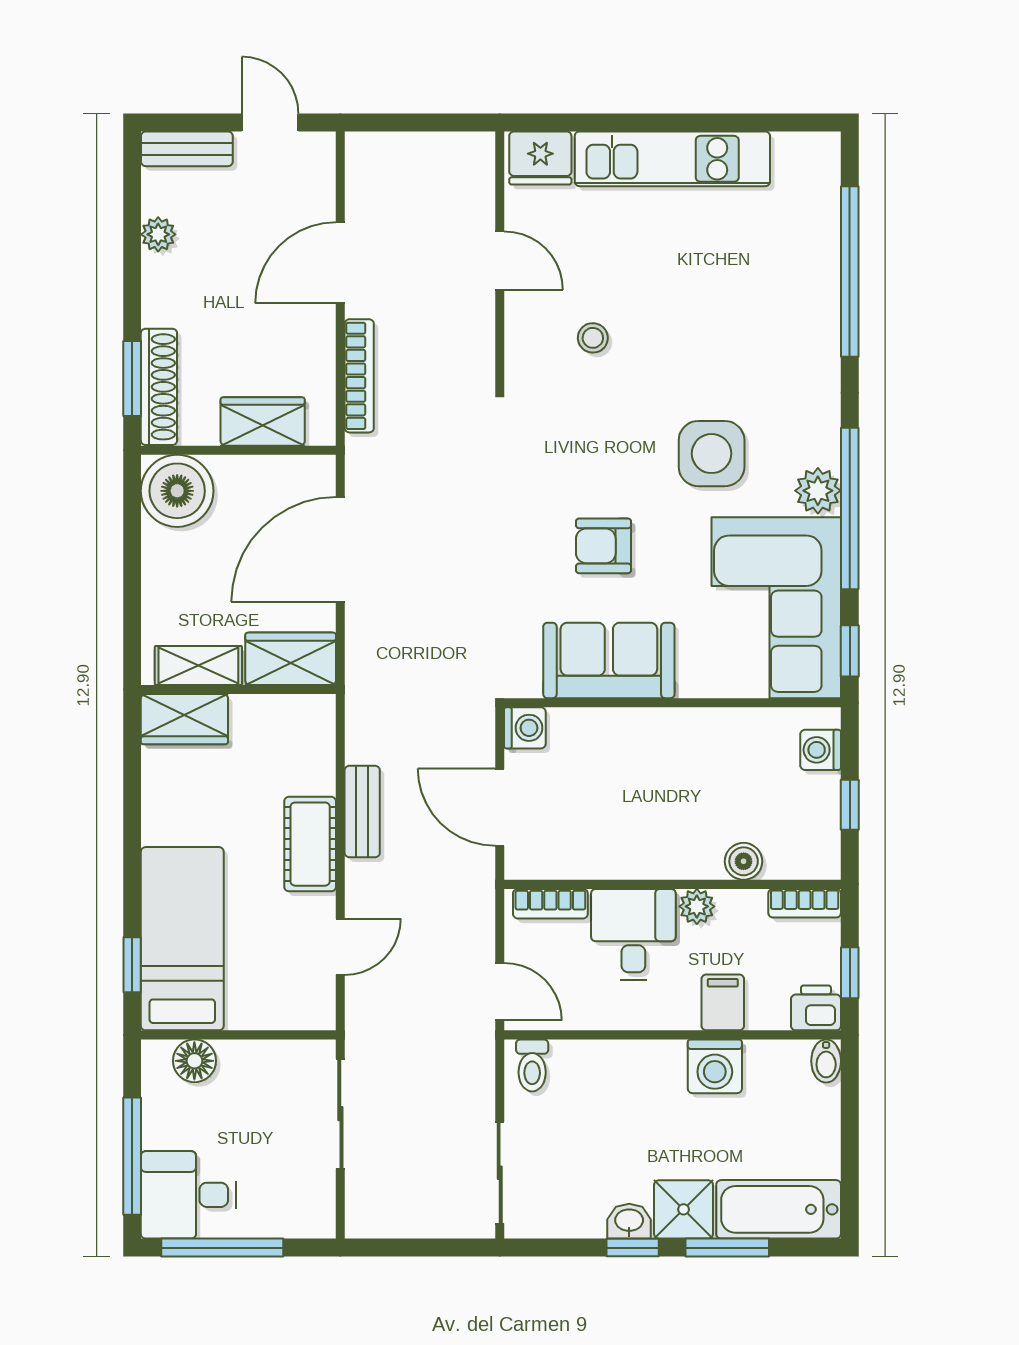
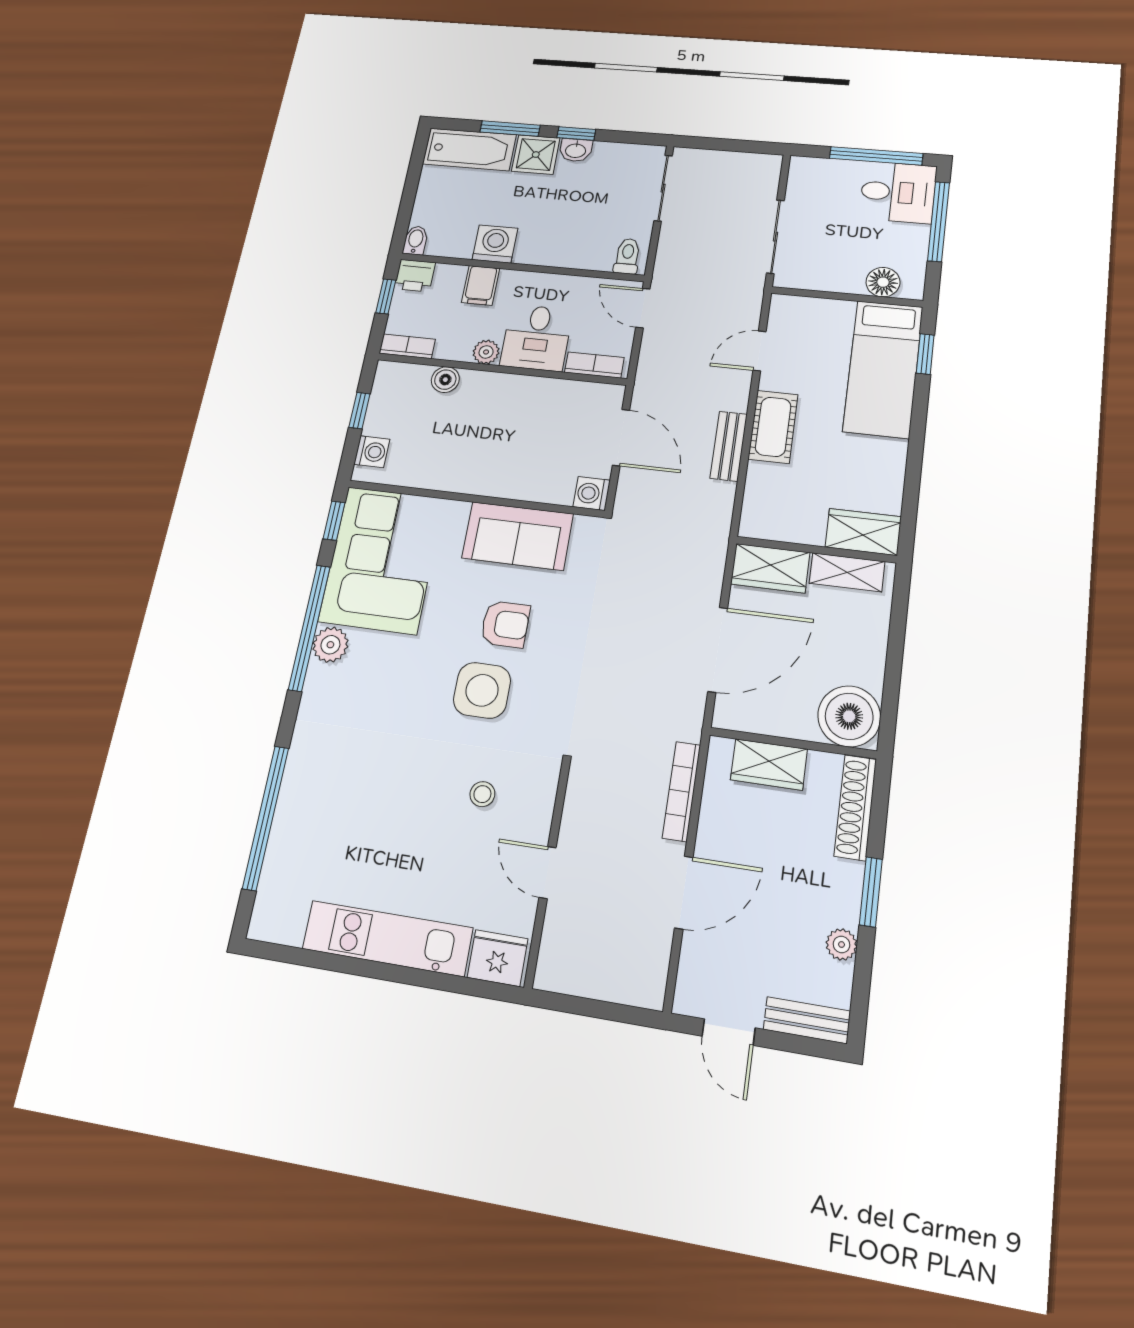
window: (132, 378) -> (871, 892), moved
side table: (712, 454) -> (482, 690), moved

